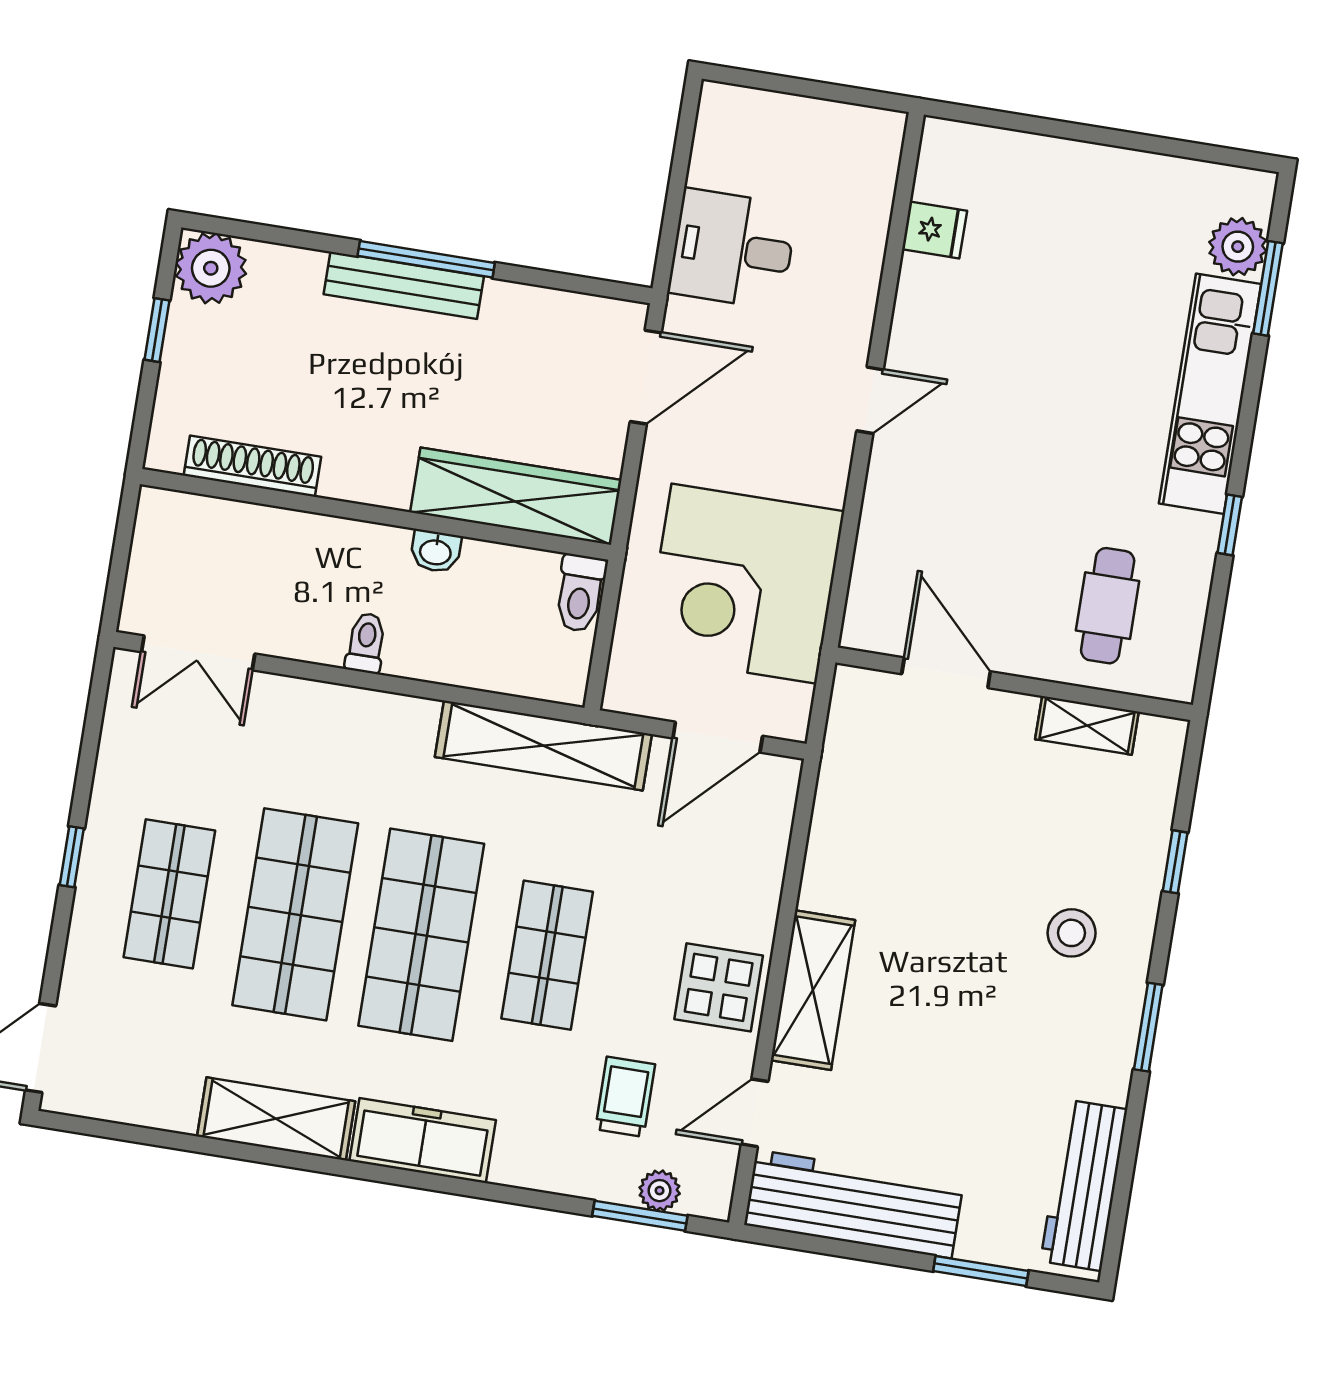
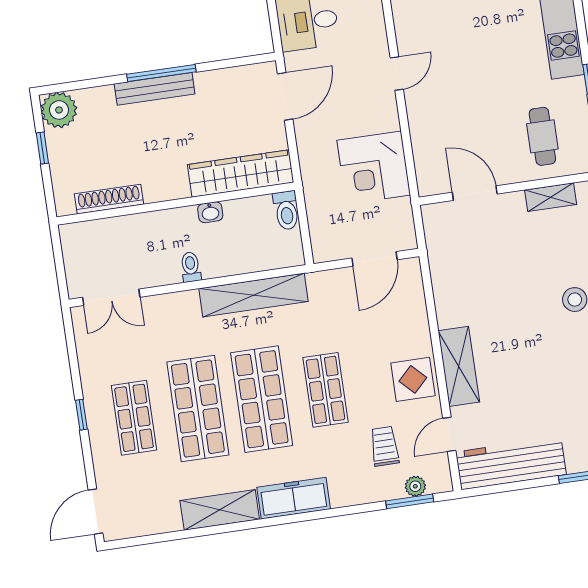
corner desk: (744, 584) -> (374, 168), width x0.74, depth x0.74
shelving: (543, 746) -> (253, 295), moved

